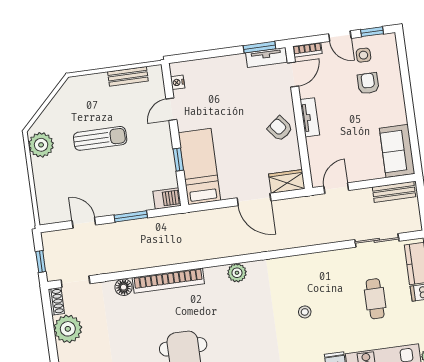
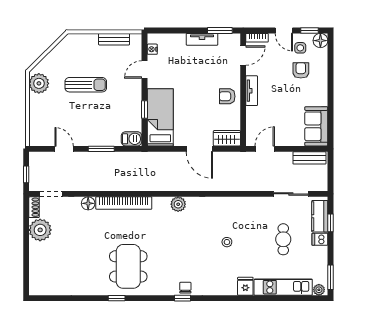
floor lamp: (388, 42) -> (320, 41), added
tv unit: (266, 57) -> (202, 39), moved
armchair: (280, 129) -> (227, 96), turned -52

